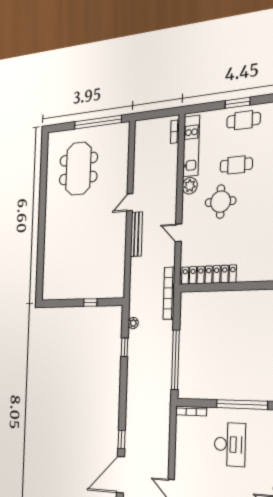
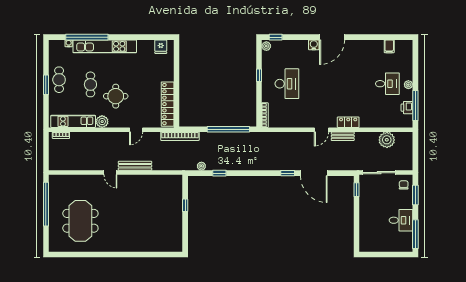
meeting table: (78, 169) -> (80, 221), turned 90
window: (242, 404) -> (259, 75), width x0.32
desk: (230, 444) -> (287, 84), turned 90

